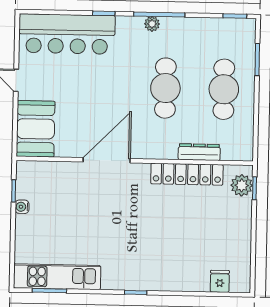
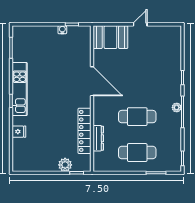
bar counter: (67, 34) -> (169, 55), removed
plant: (242, 185) -> (65, 165), moved
kitchen unit: (57, 277) -> (20, 89), moved
fridge: (220, 281) -> (19, 132), moved

